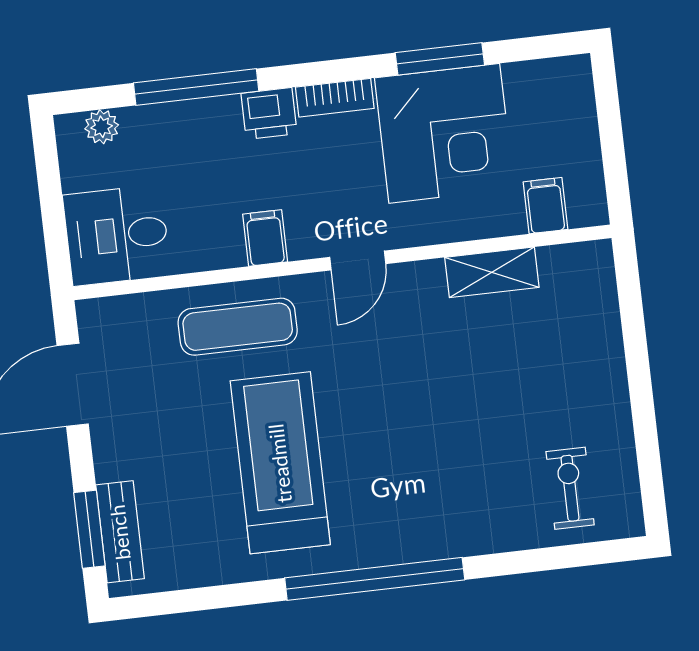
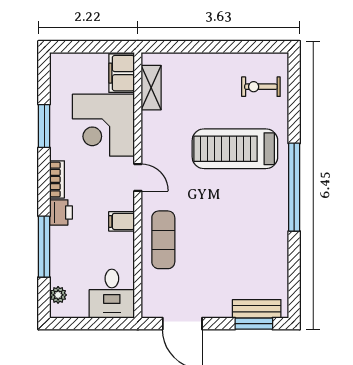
corner desk: (444, 133) -> (103, 125), moved, turned 180
filing cabinet: (545, 206) -> (122, 73), width x2.00
shelving: (492, 272) -> (151, 88), moved
treadmill: (280, 463) -> (235, 149), moved

